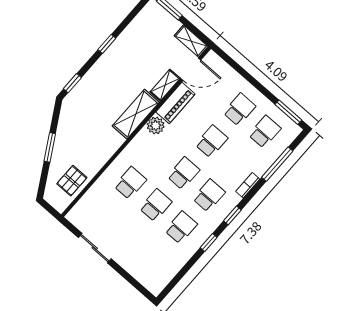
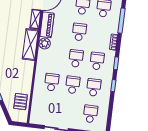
school desk: (153, 259) -> (90, 114), added

